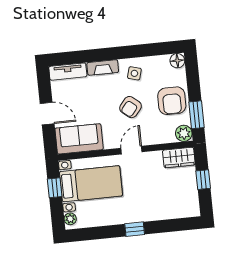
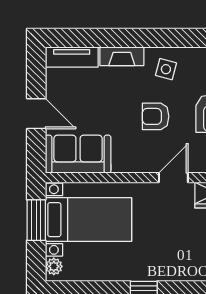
armchair: (131, 107) -> (156, 116), turned 50
door: (131, 150) -> (173, 178), moved
window: (55, 188) -> (36, 220), width x1.50

